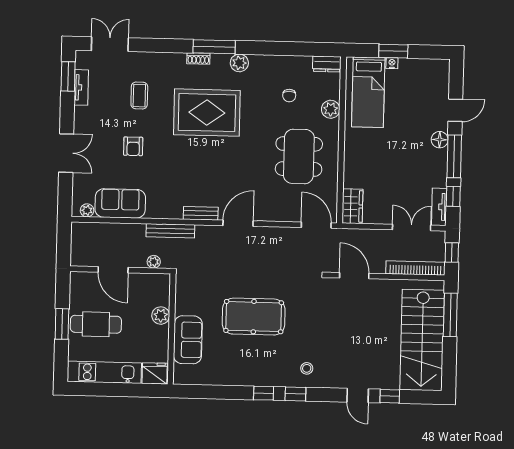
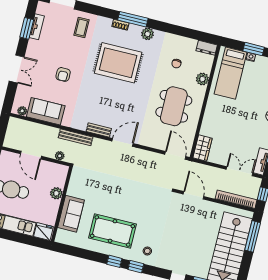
window: (68, 76) -> (27, 28), moved
coffee table: (139, 96) -> (81, 28), moved
pool table: (254, 317) -> (112, 231), moved

